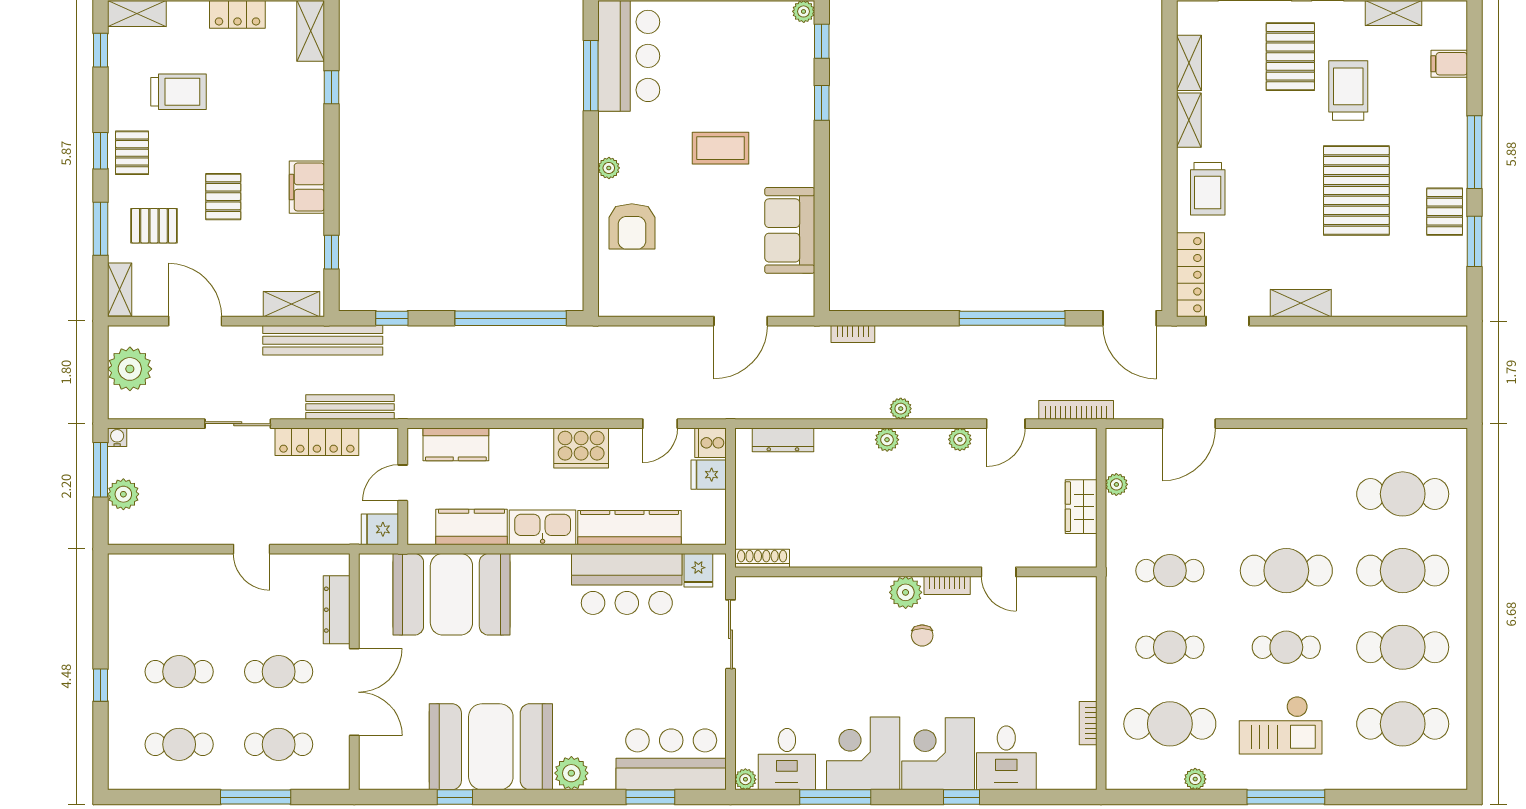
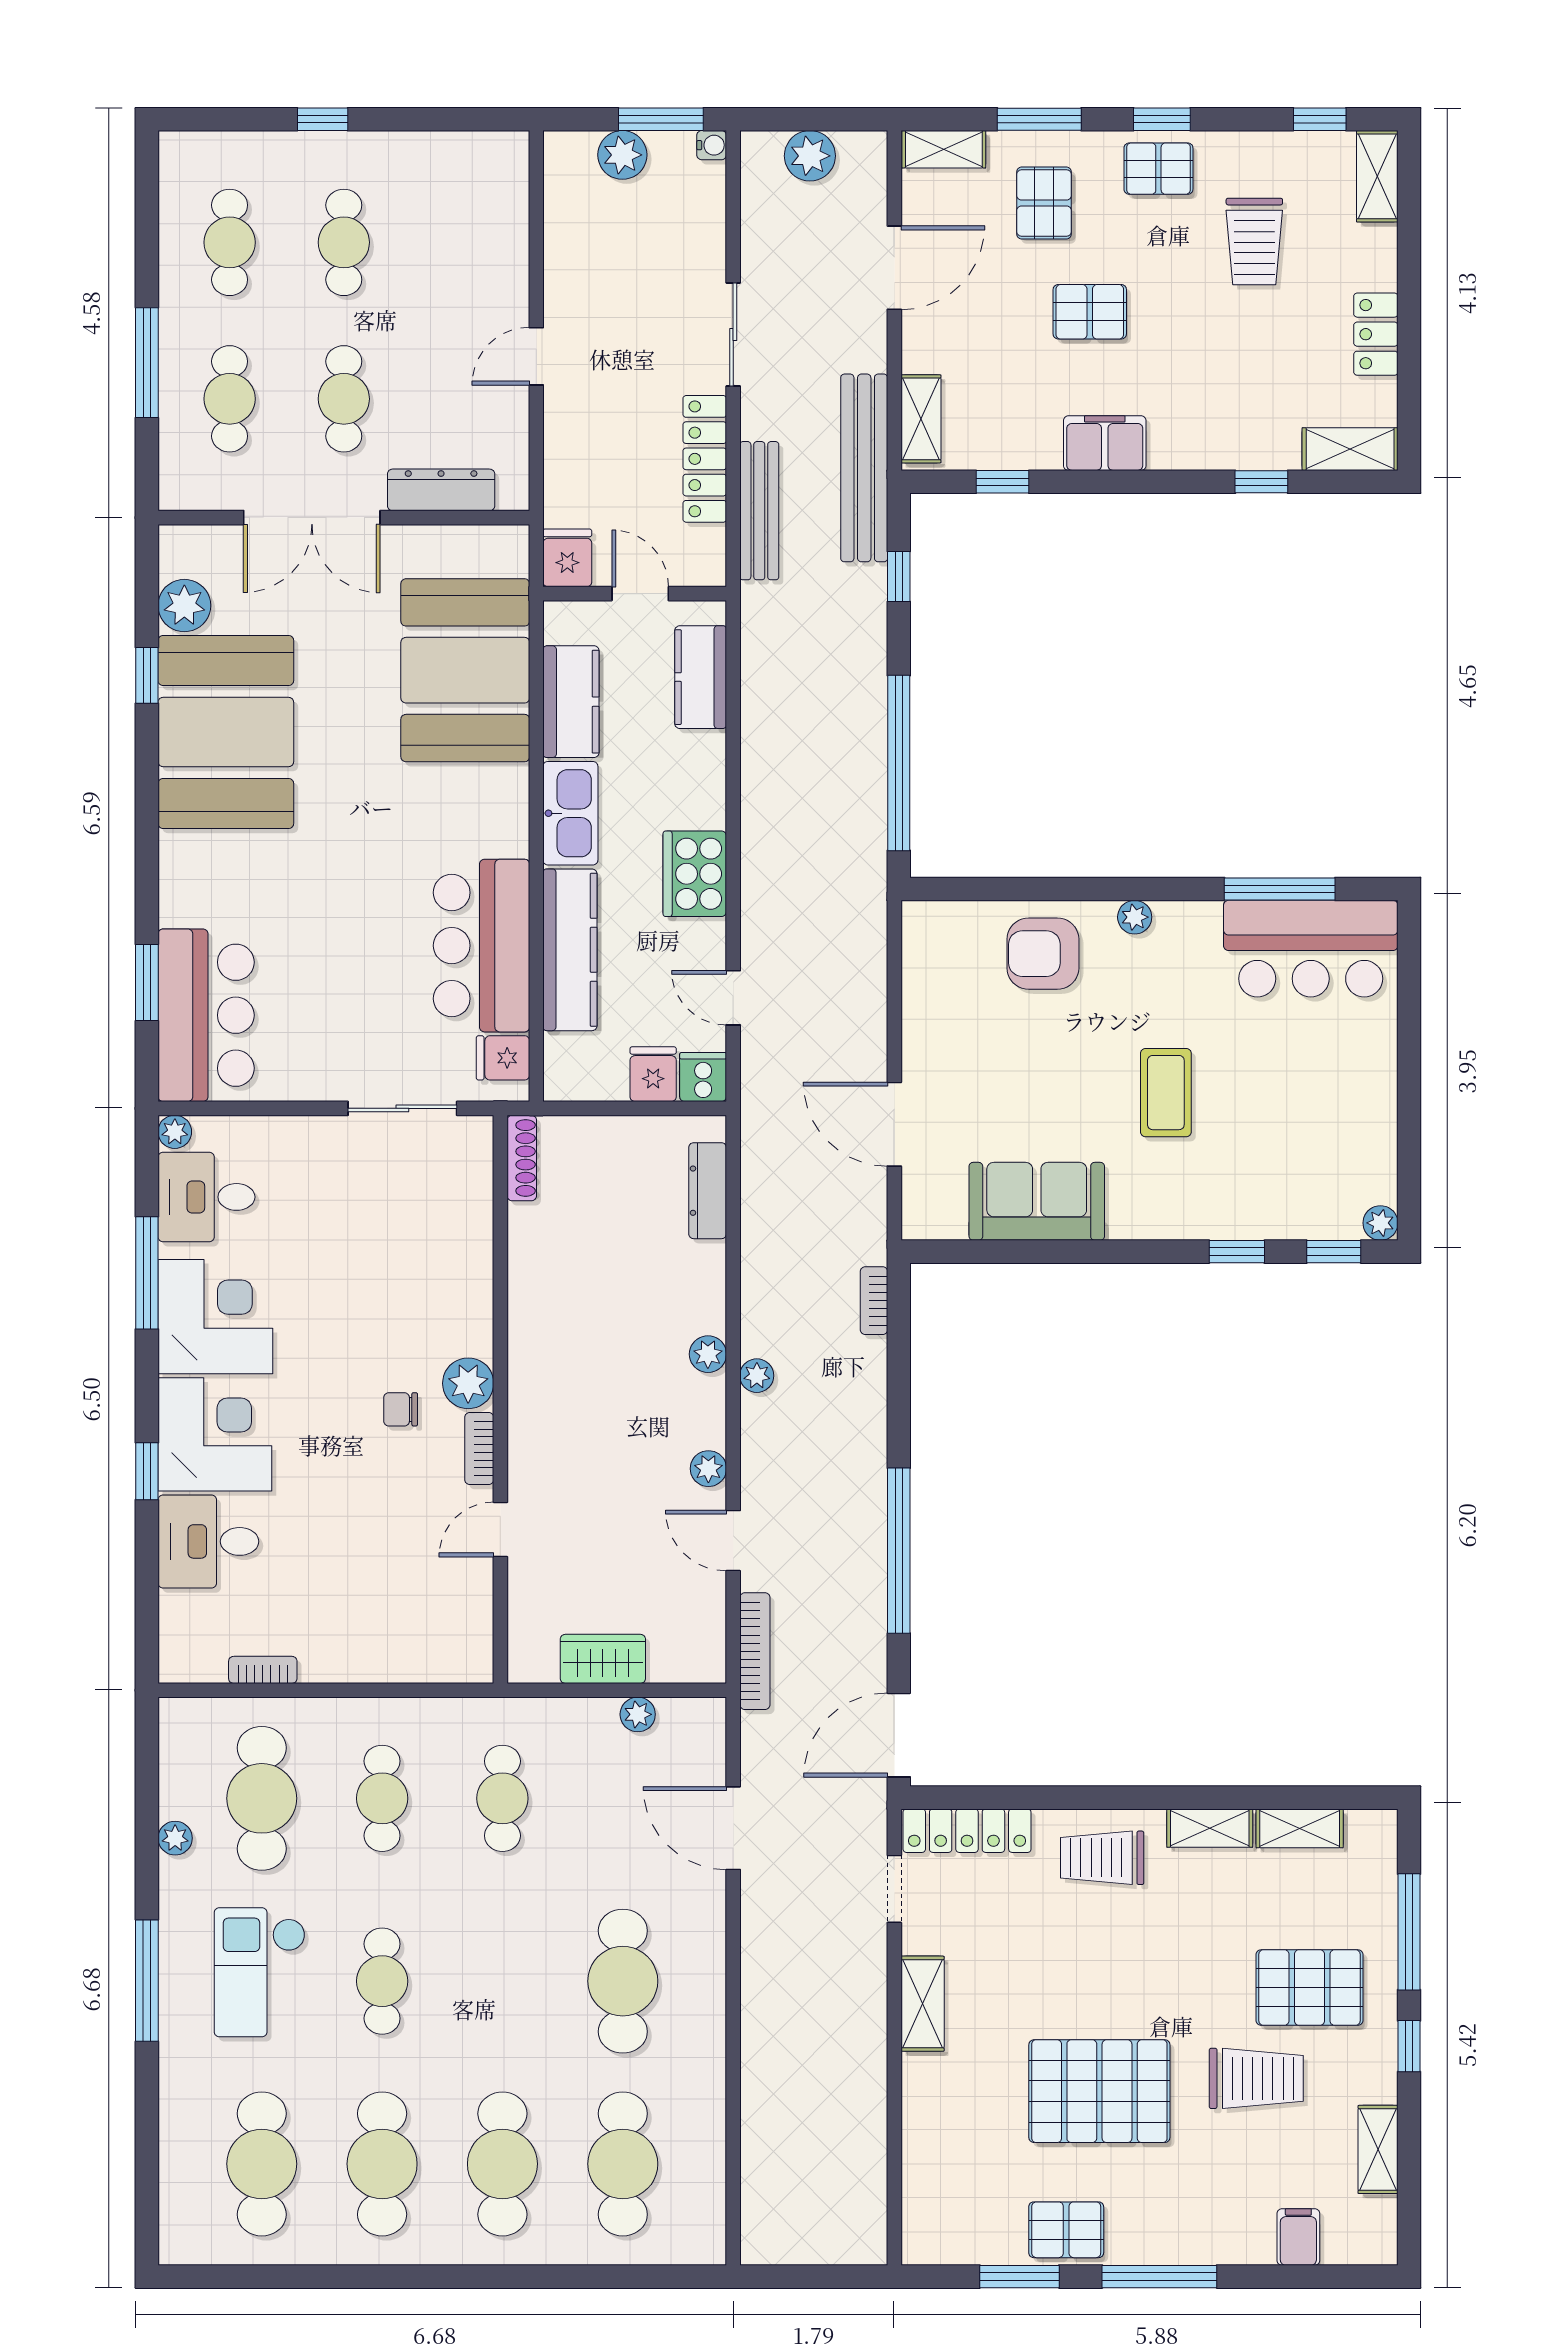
plant: (130, 369) -> (810, 156), width x0.73, depth x0.73
cafe table: (1286, 571) -> (623, 1981), moved
plant: (571, 773) -> (184, 606), moved

